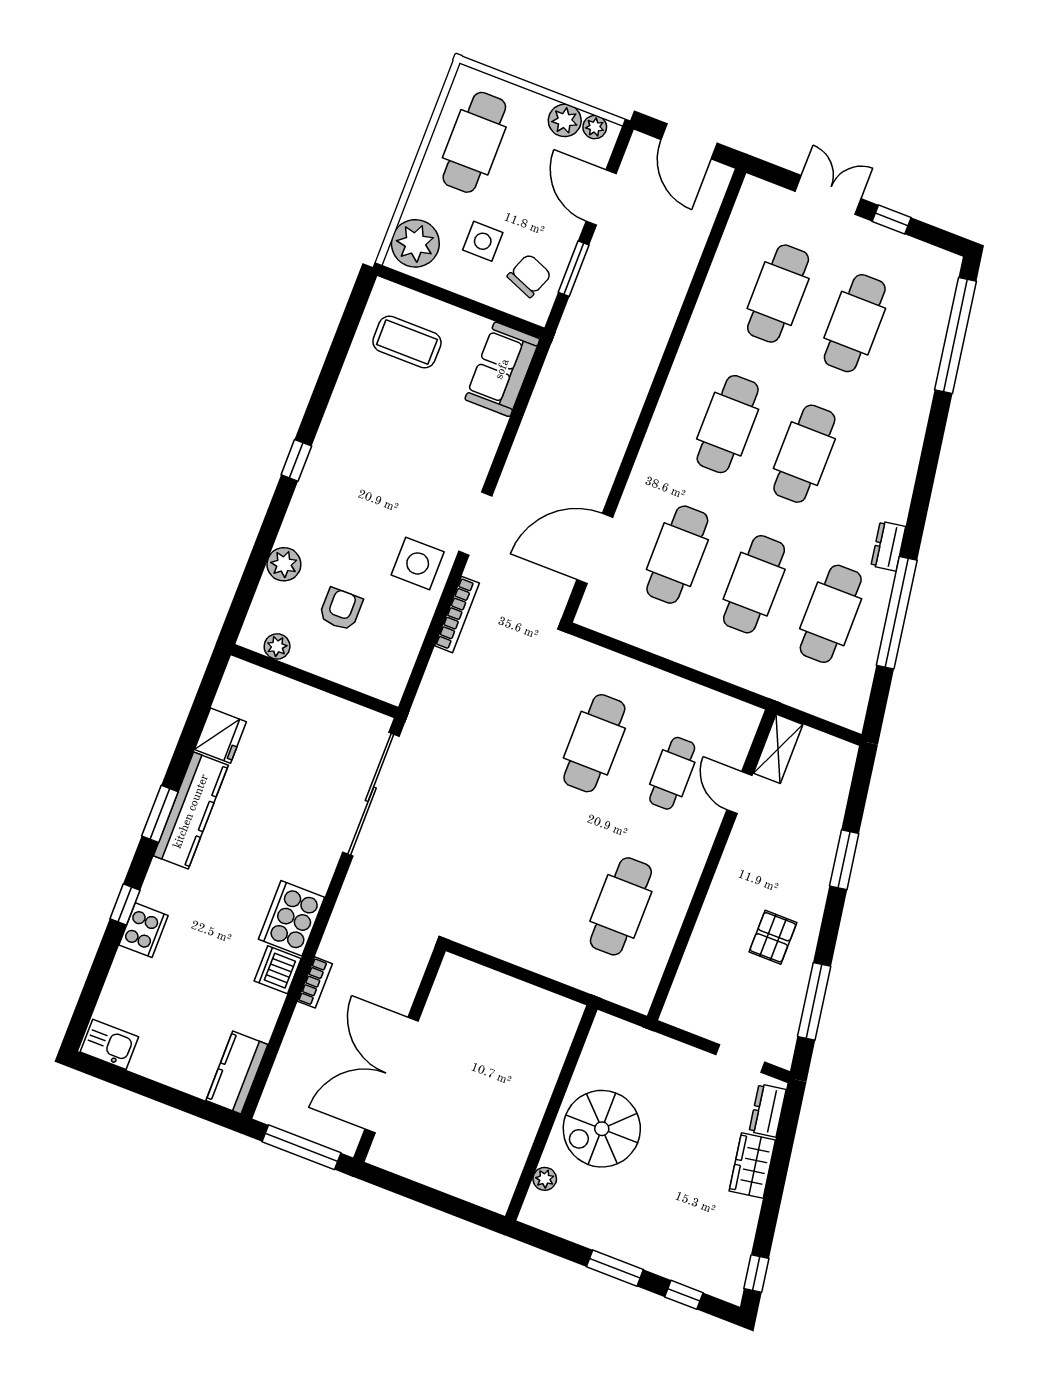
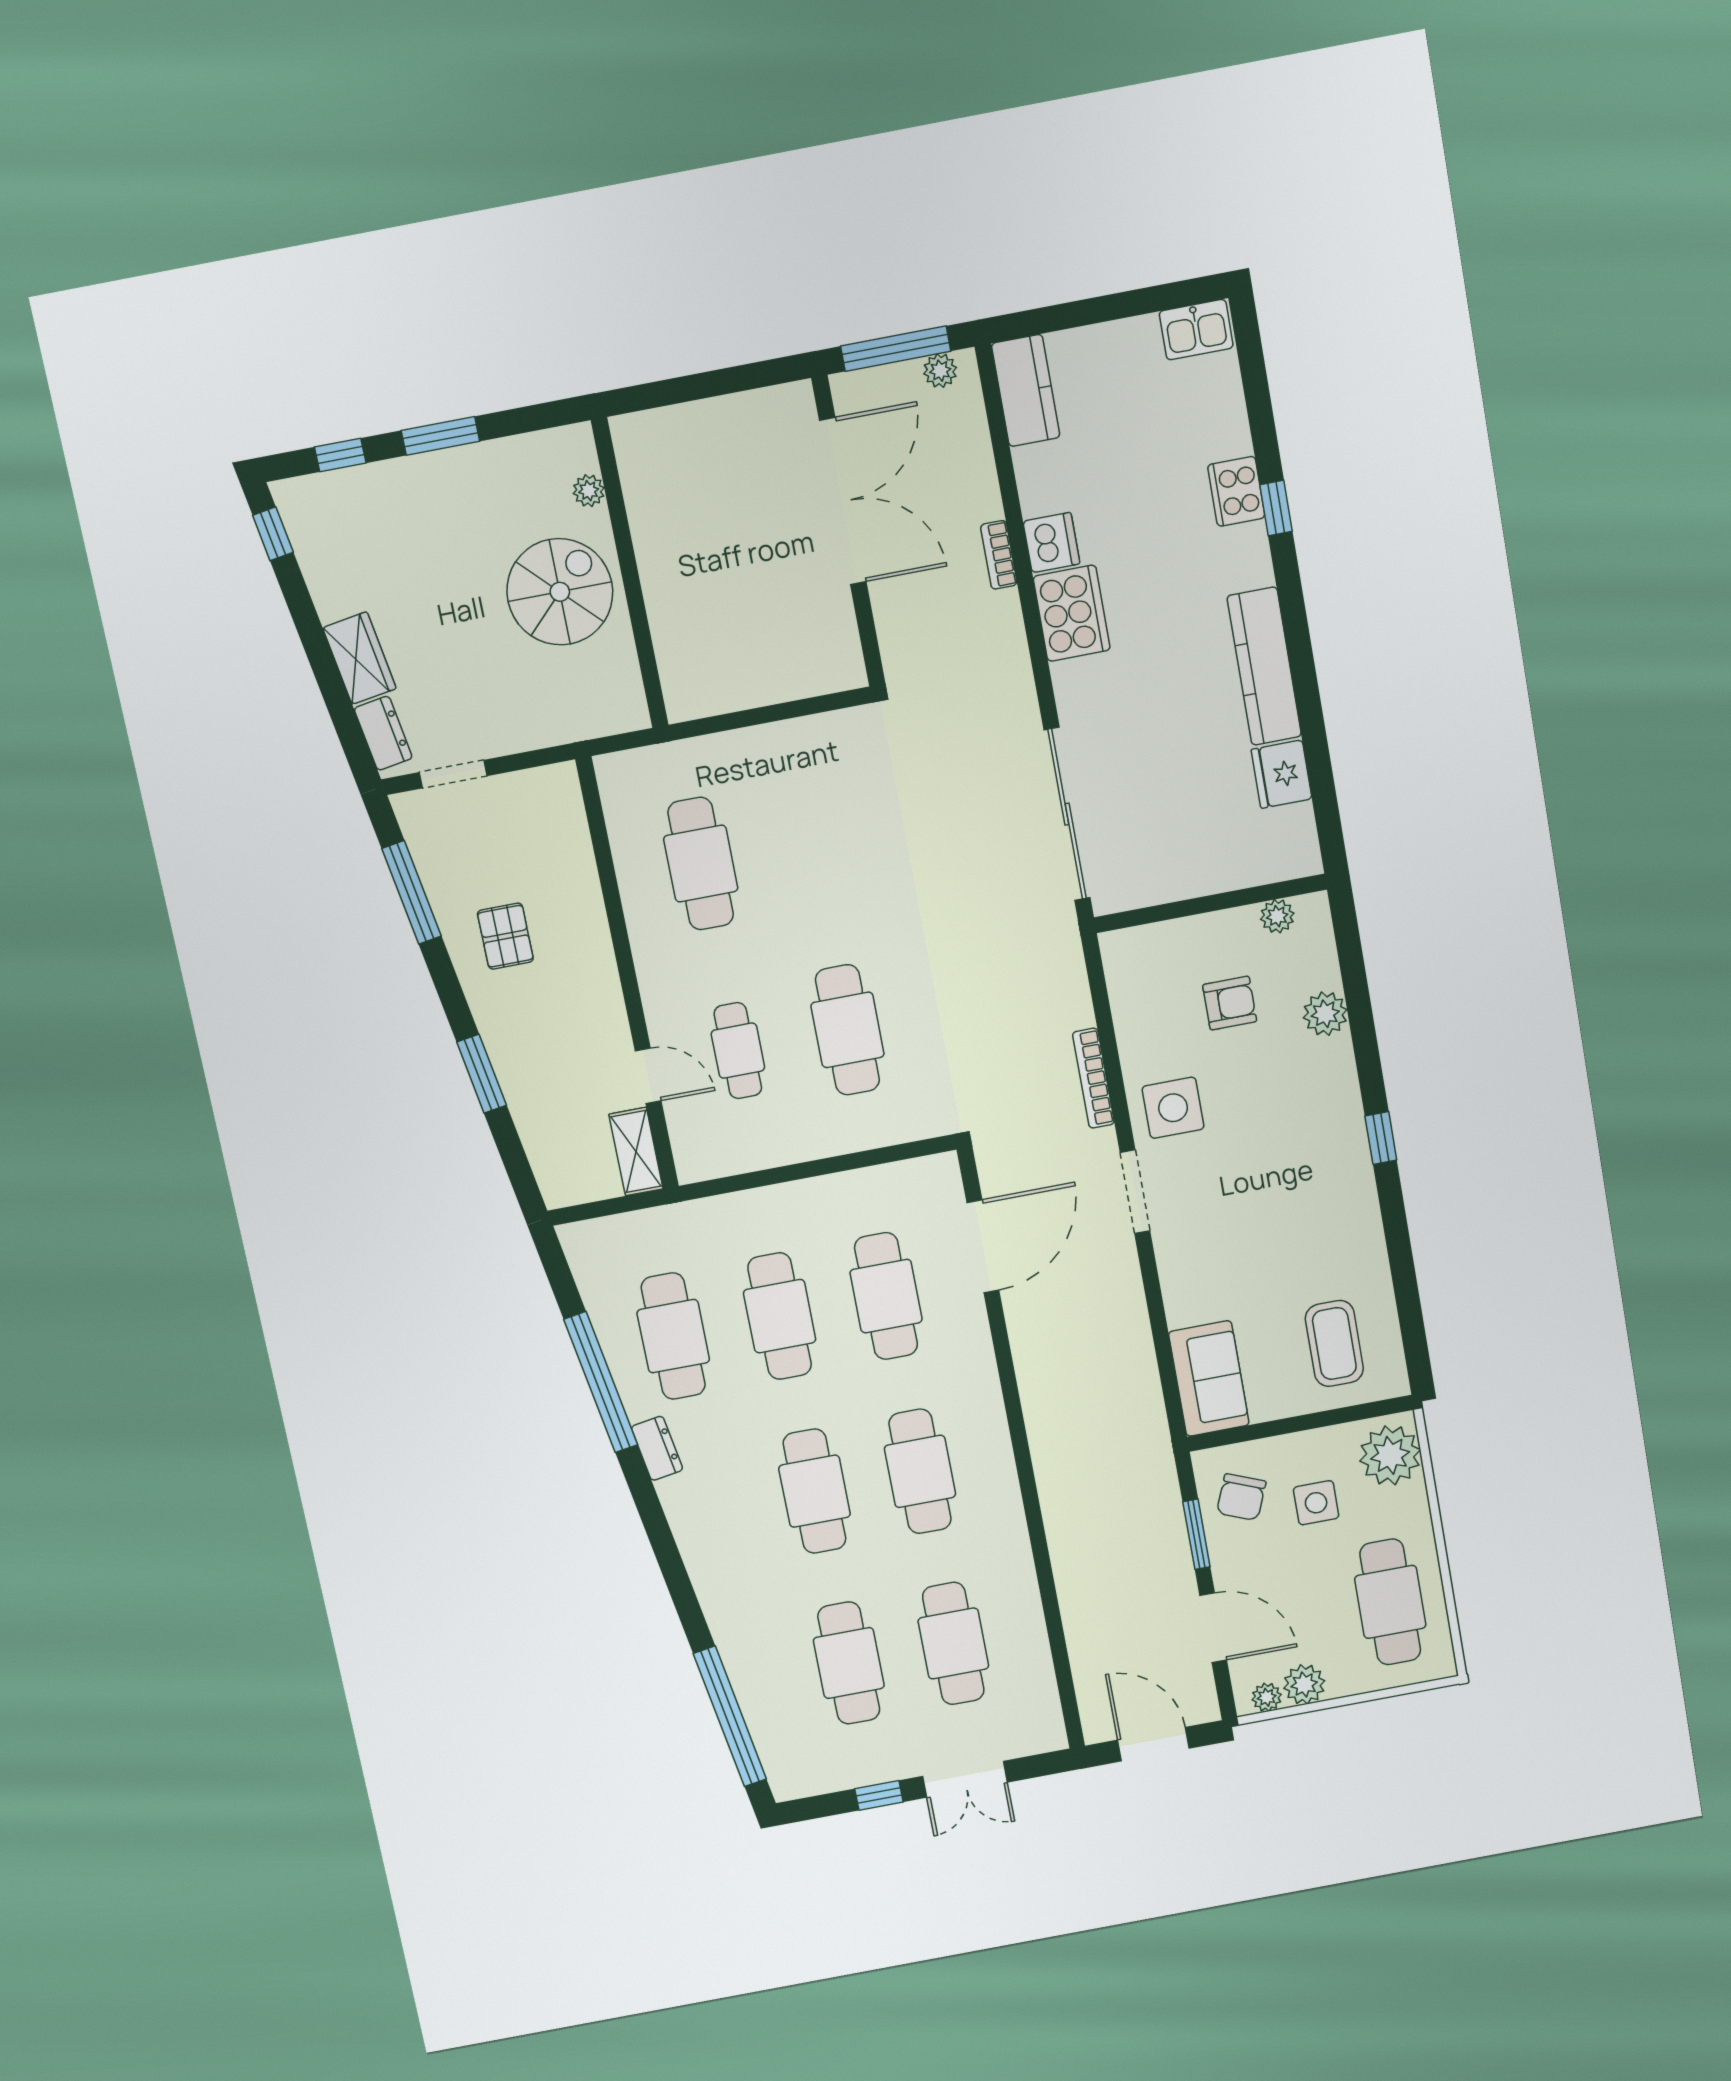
coffee table: (407, 342) -> (1334, 1343), turned 90
armchair: (341, 609) -> (1230, 1003), turned -90
window: (160, 814) -> (1298, 640), removed
plant: (282, 1117) -> (940, 371), added

